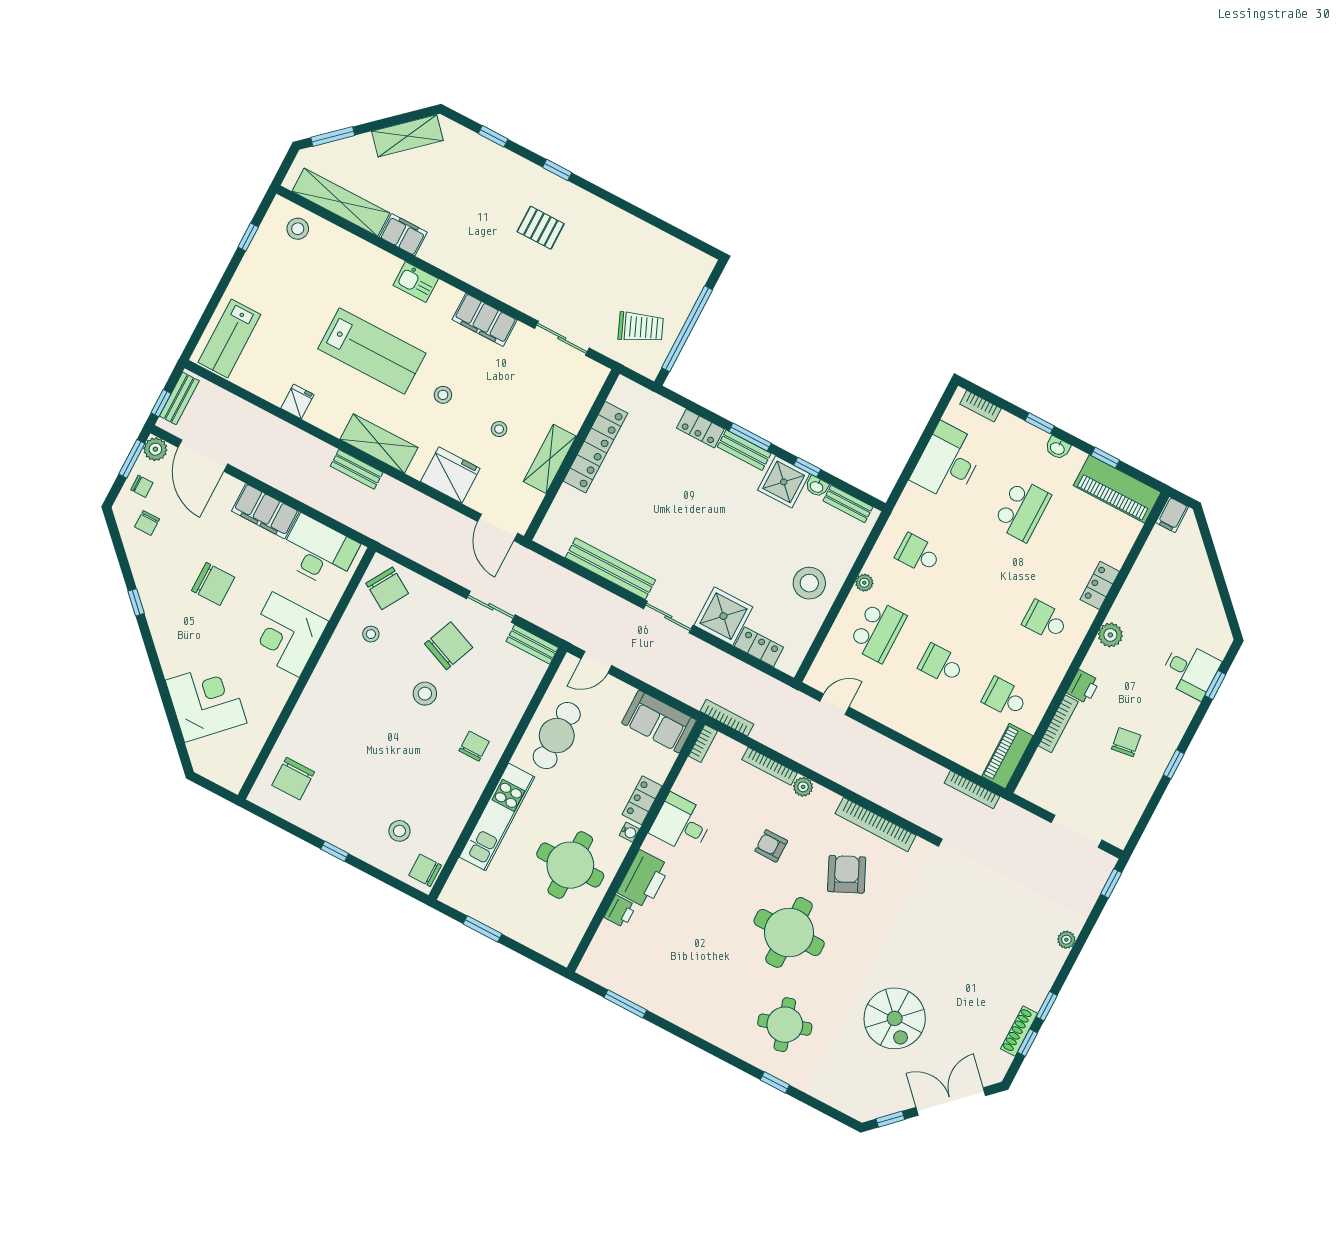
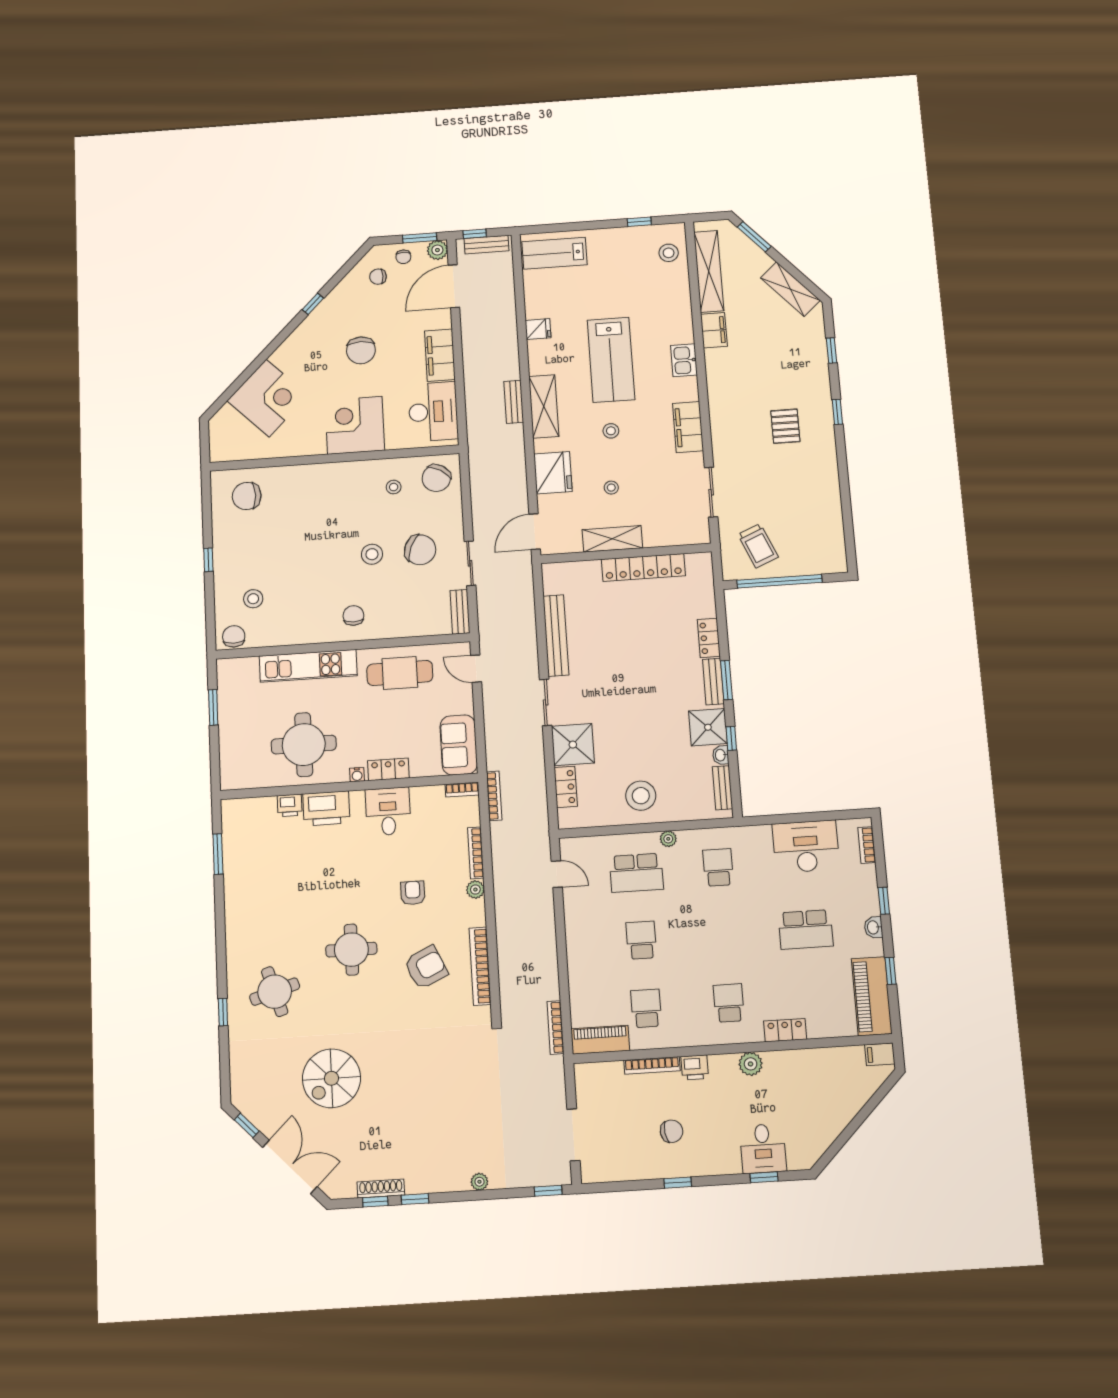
chair: (474, 746) -> (353, 615), turned -90
round table: (789, 932) -> (351, 950), width x0.73, depth x0.73

